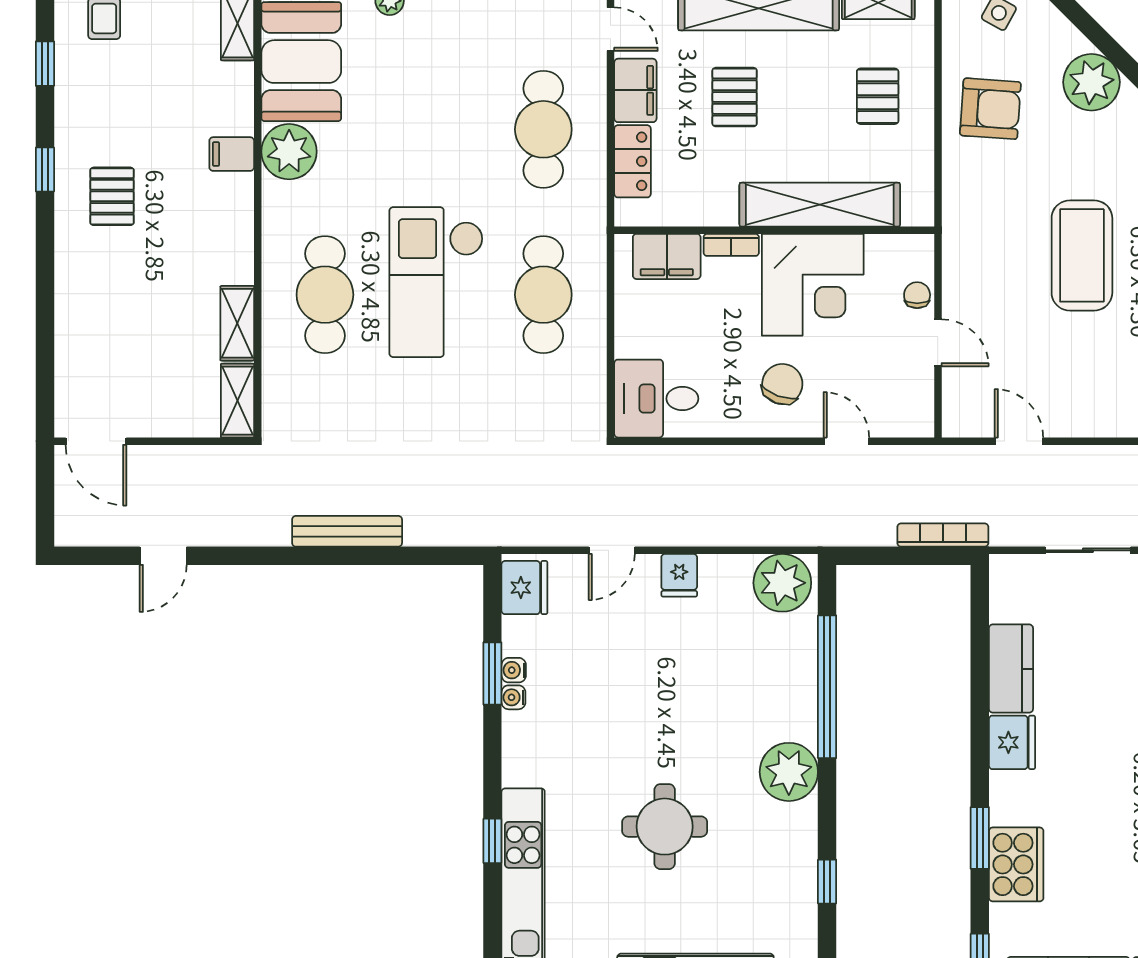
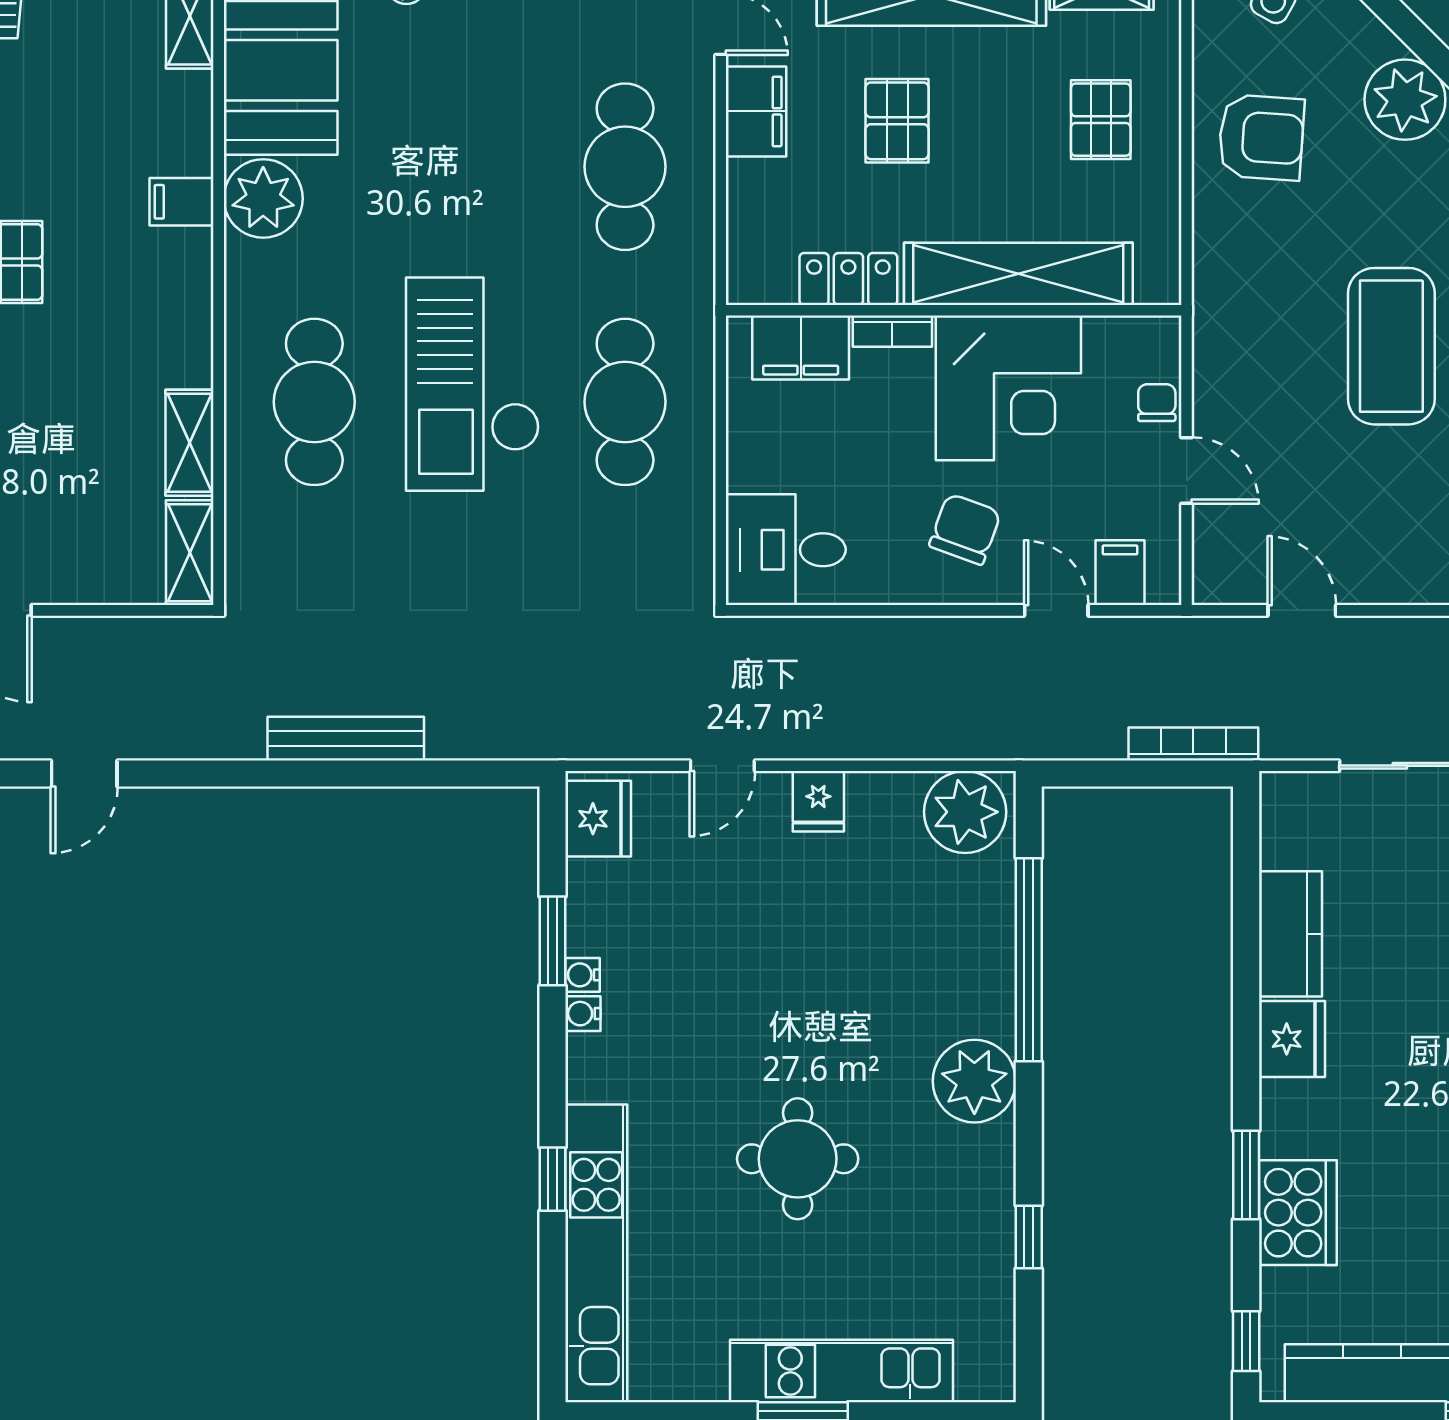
locker: (633, 161) -> (848, 279), moved, turned -90
filing cabinet: (891, 415) -> (1120, 573), added
water cooler: (514, 670) -> (583, 1014), moved

